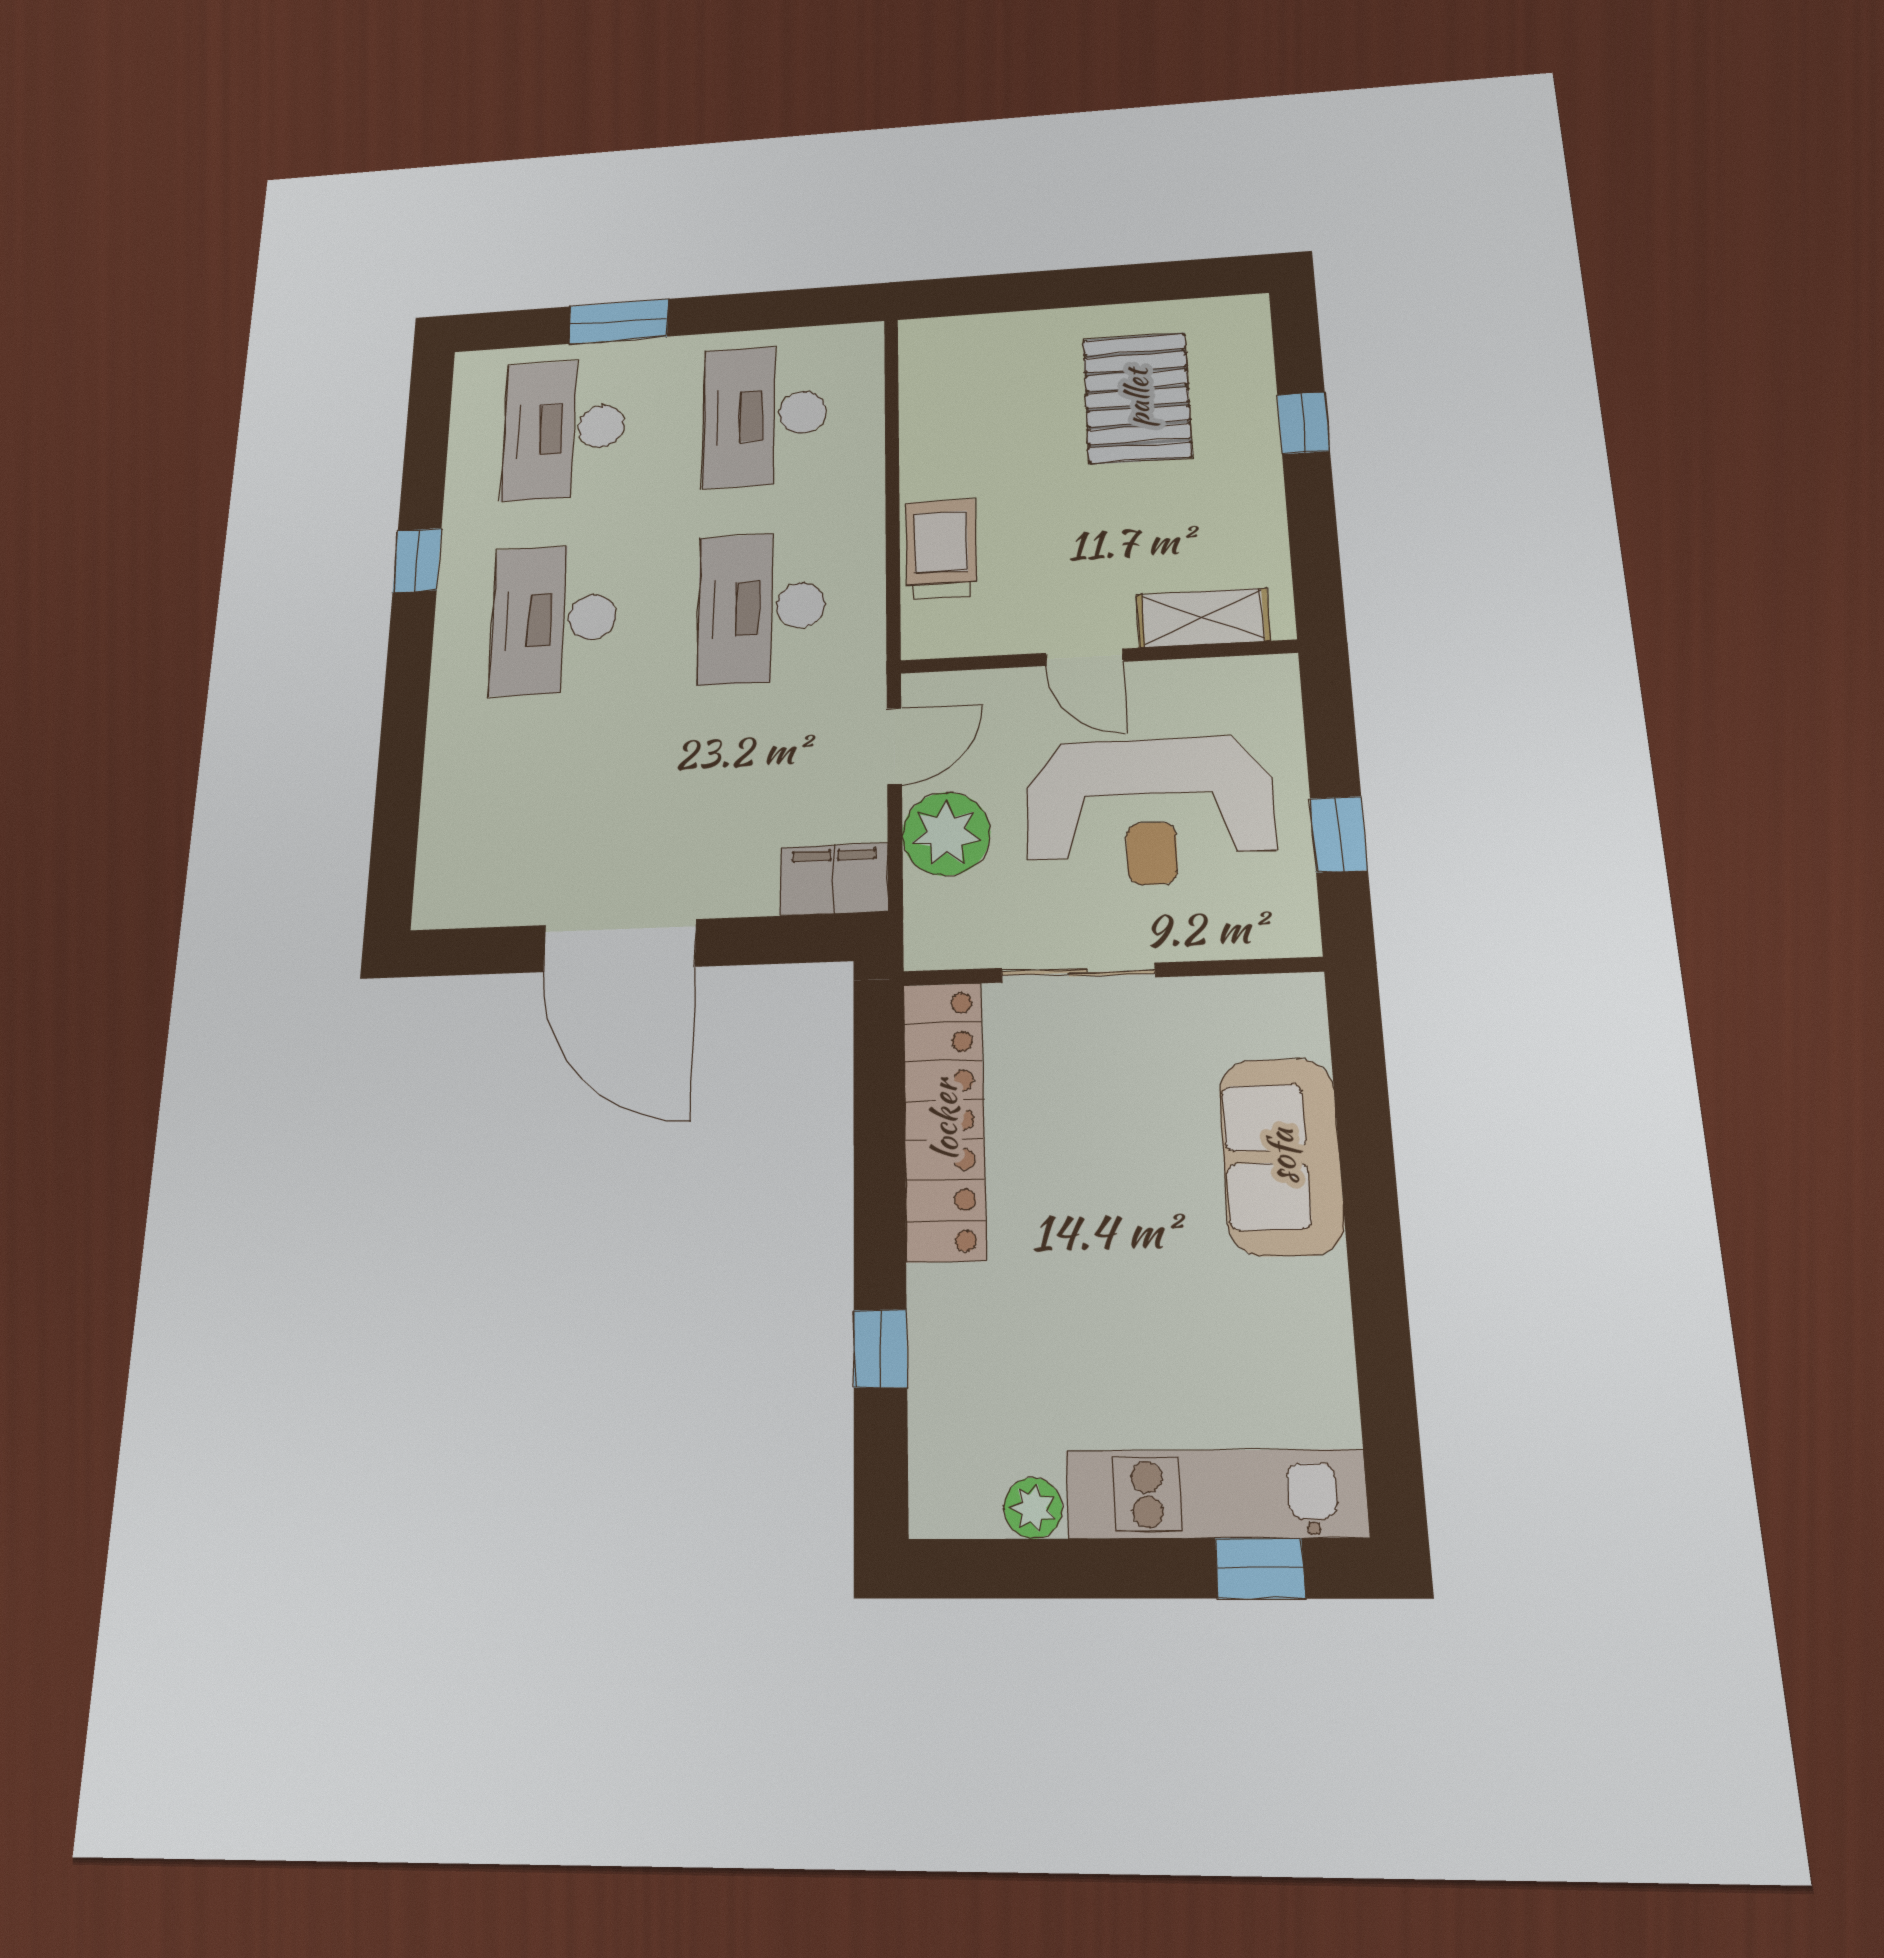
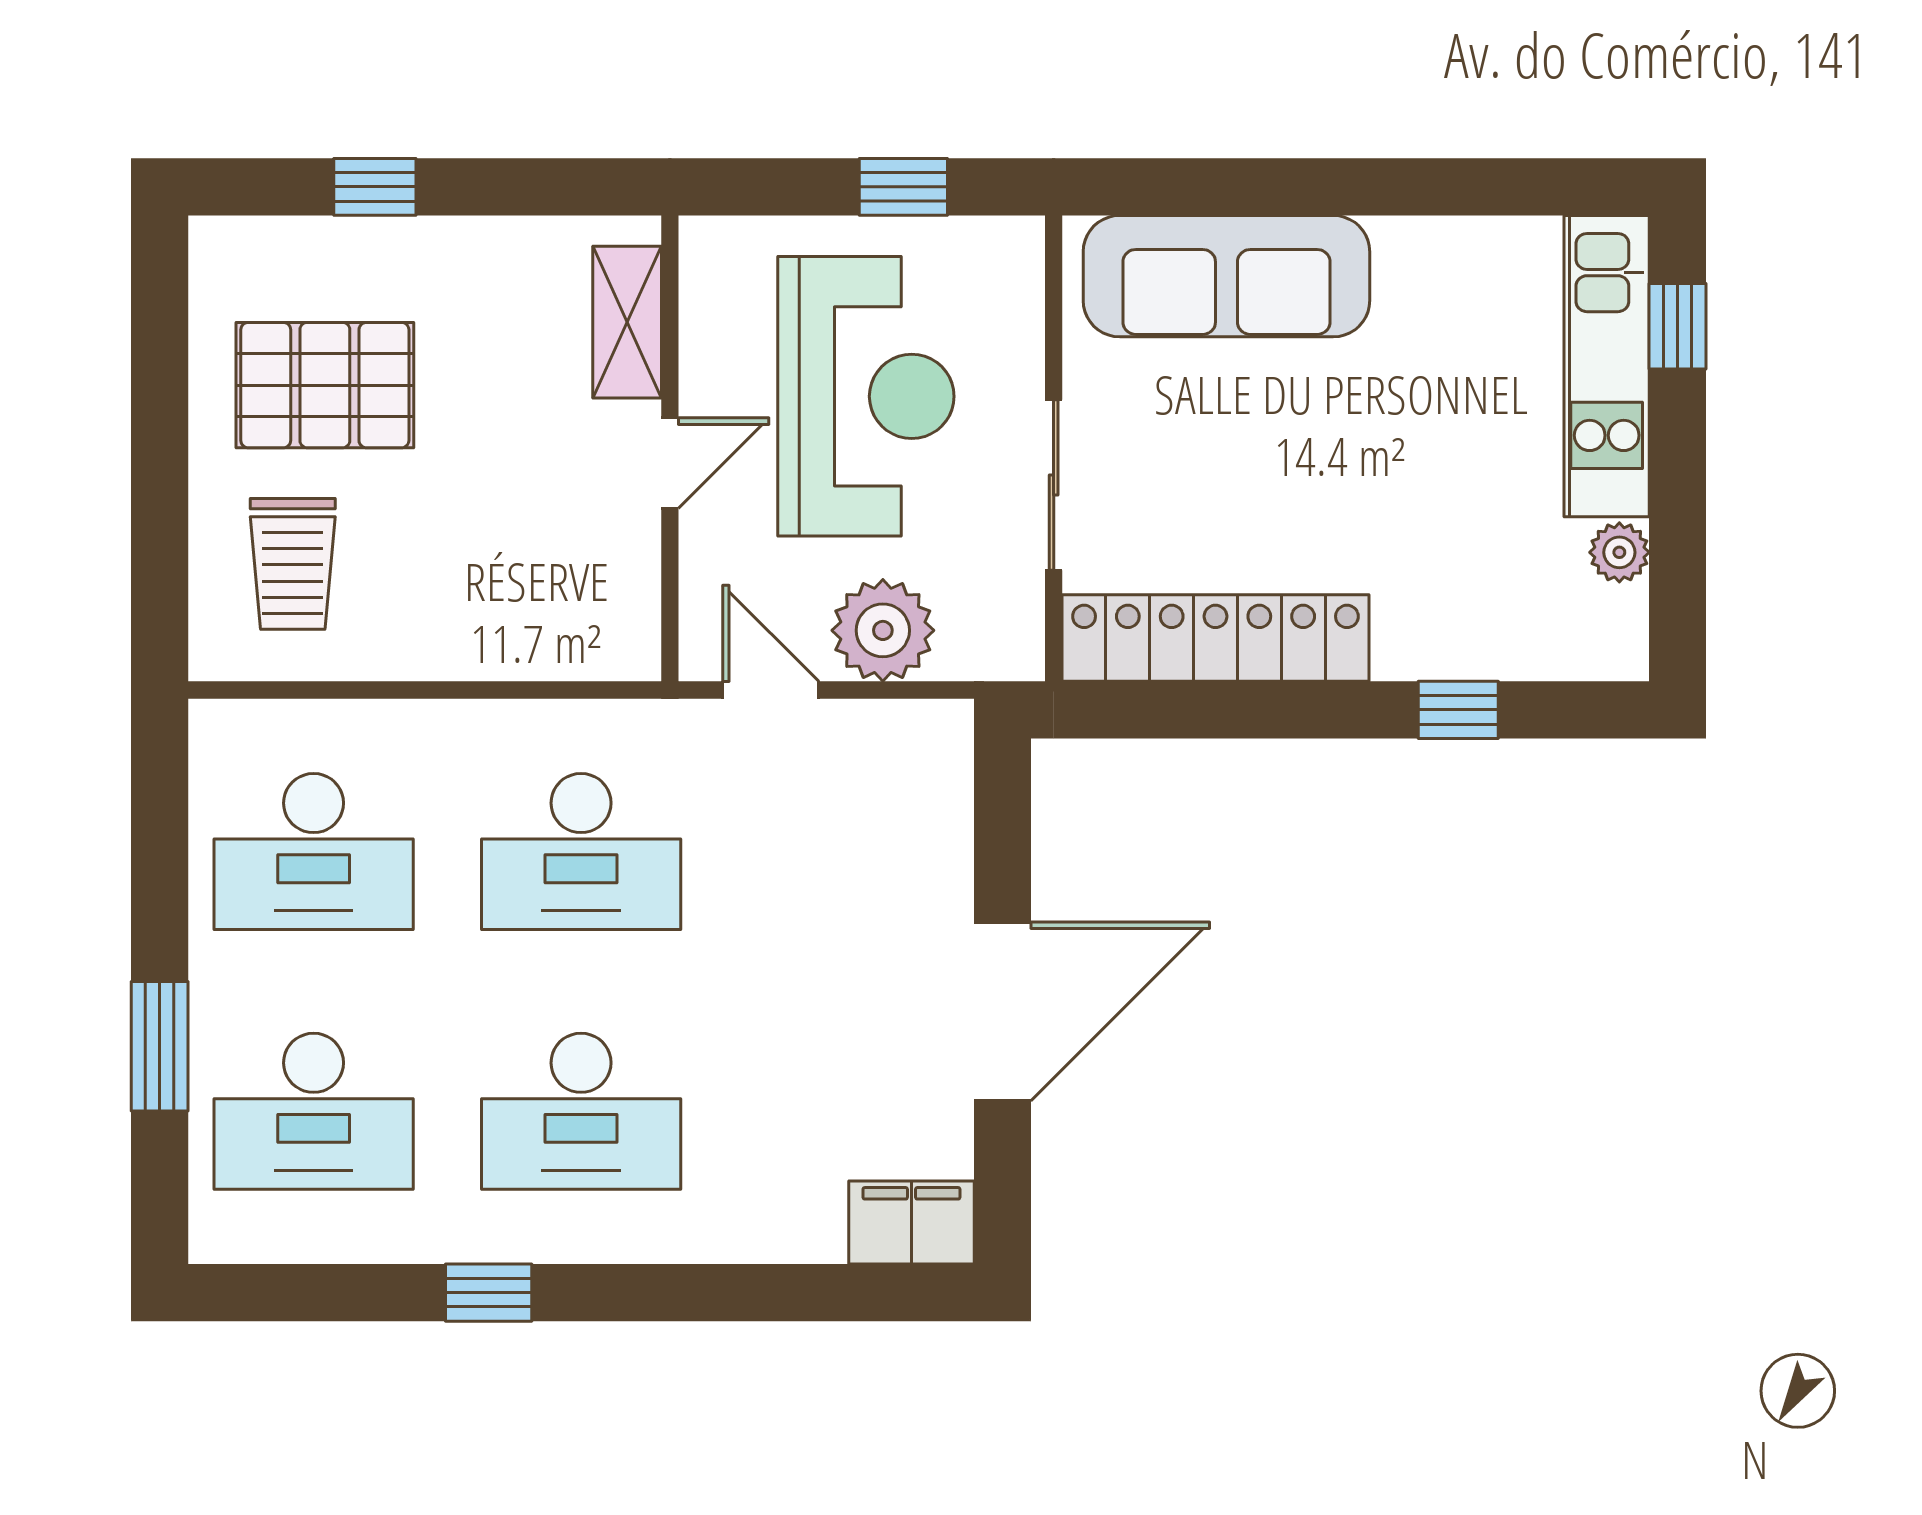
trolley: (941, 549) -> (293, 564), moved, turned -90
filing cabinet: (834, 879) -> (911, 1223), moved, turned 90
sofa: (1281, 1156) -> (1226, 276), width x1.36

